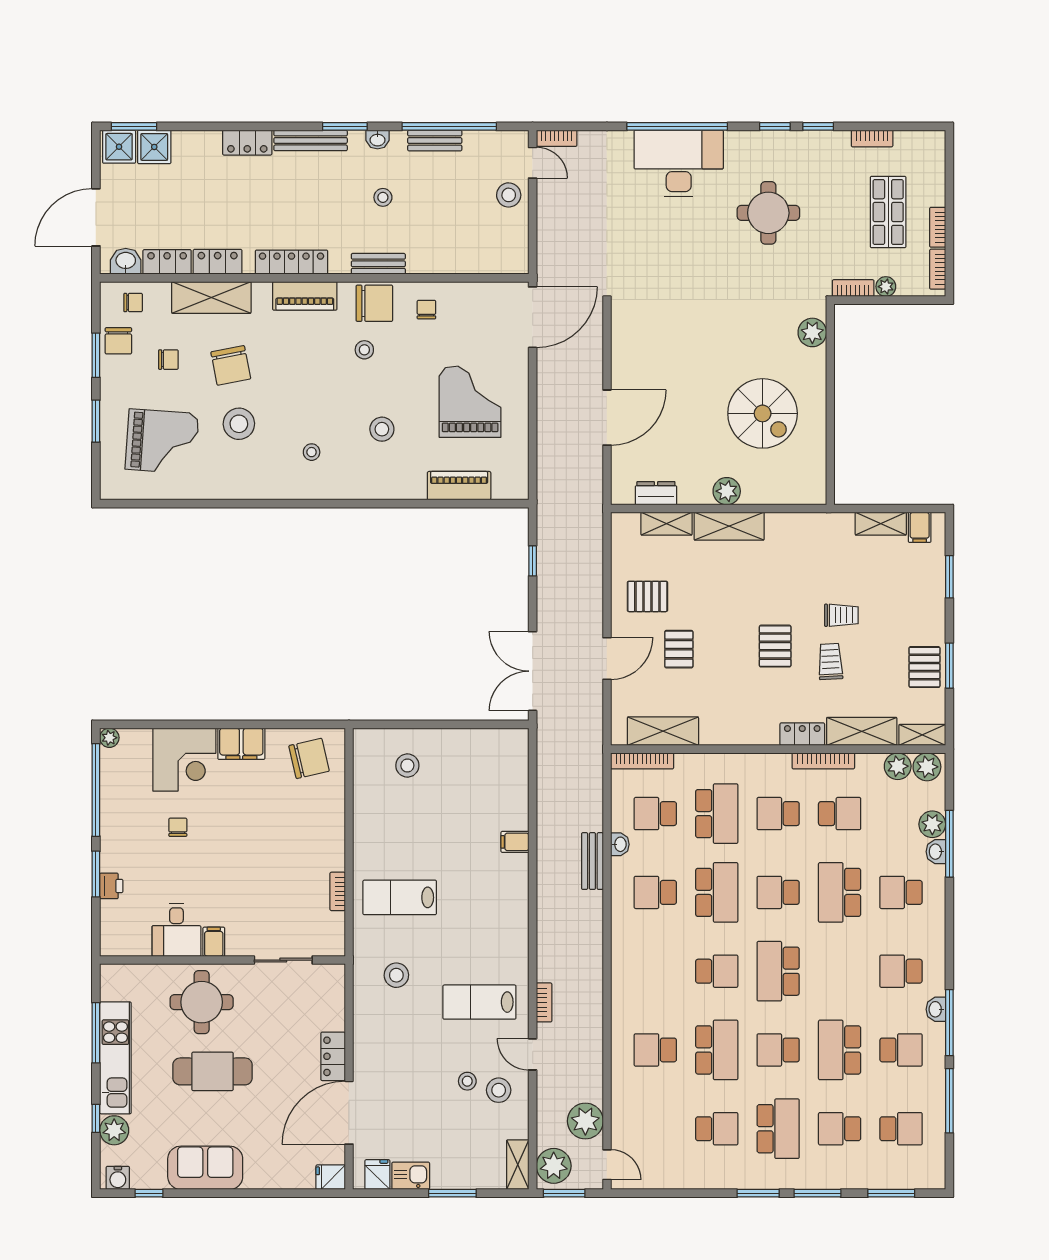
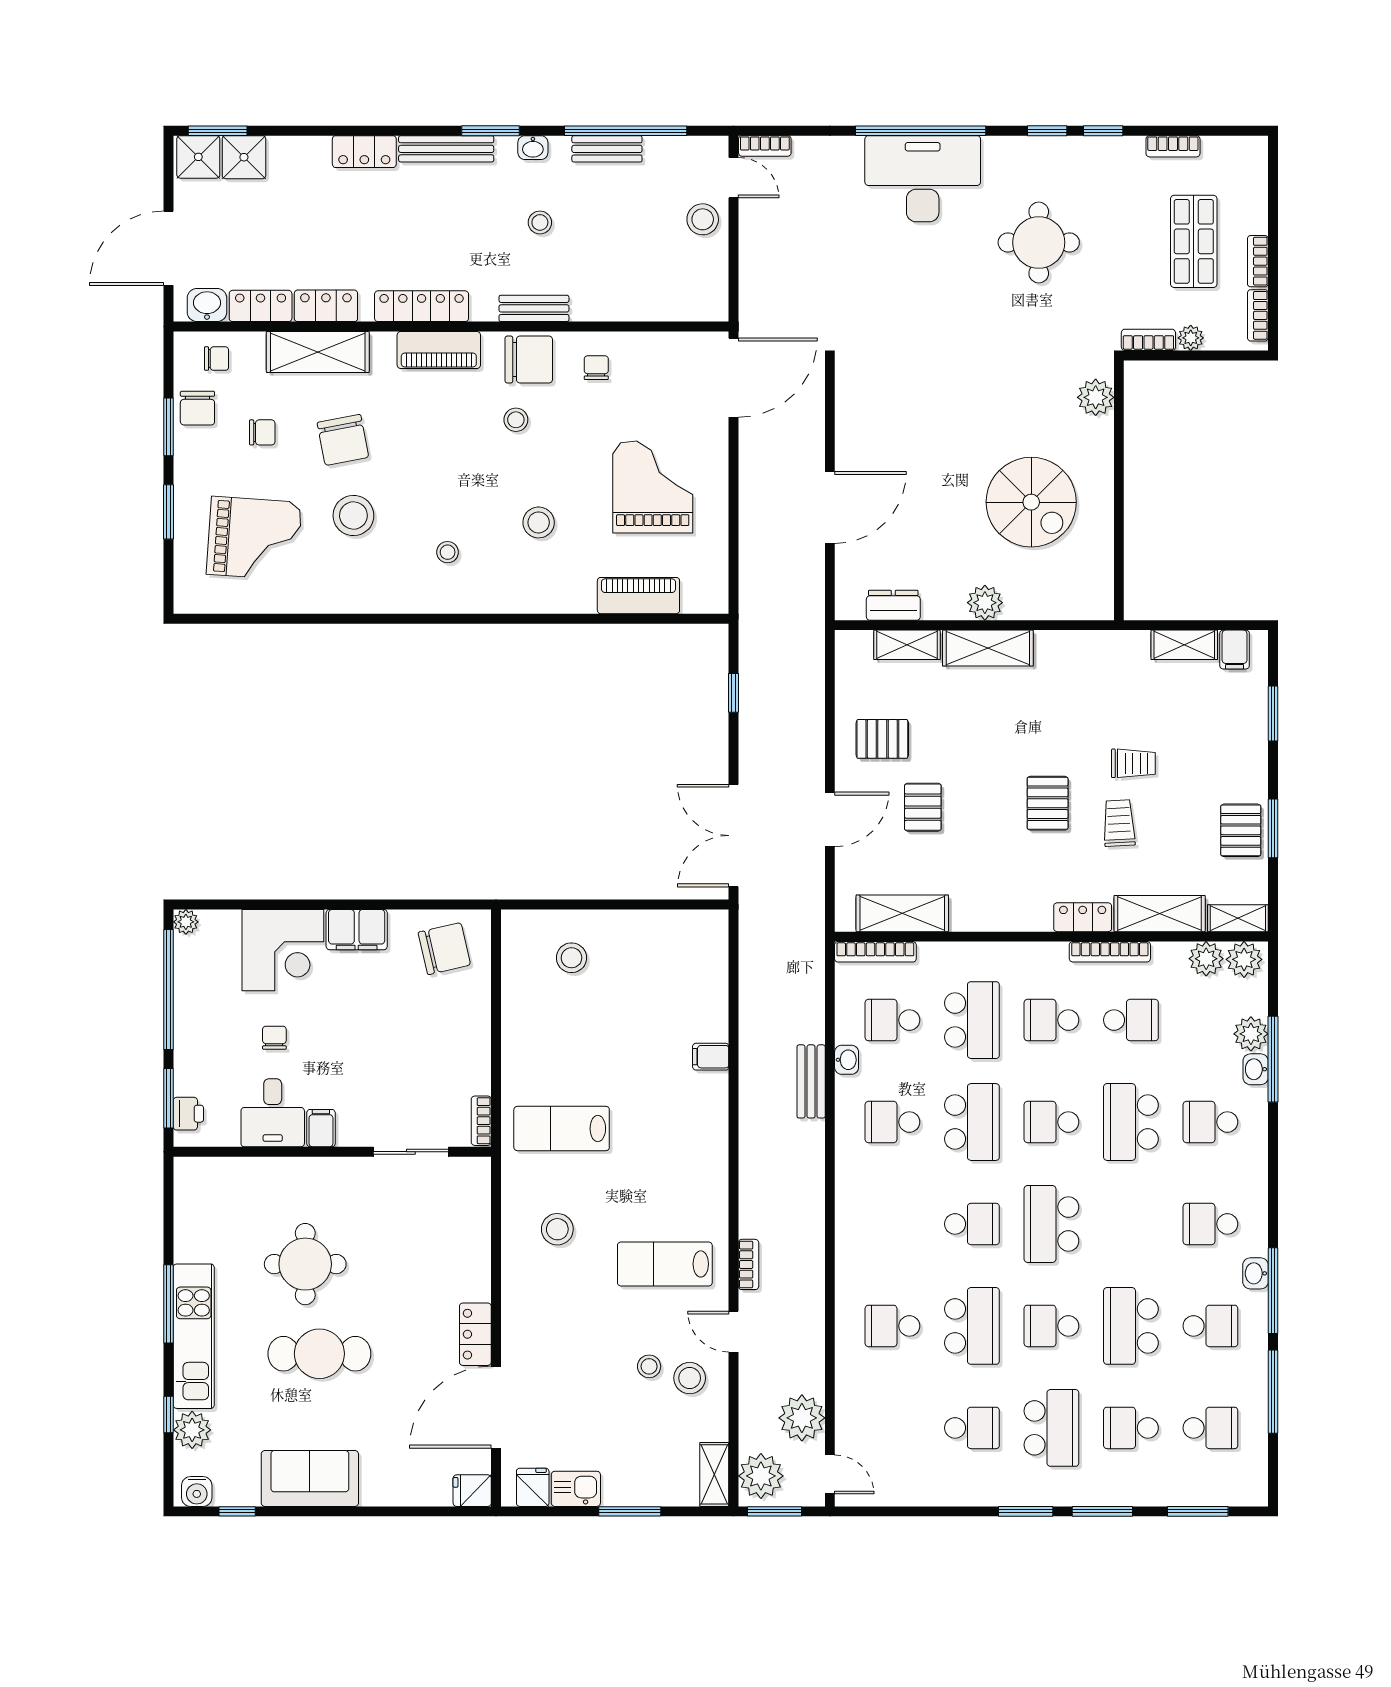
desk: (176, 930) -> (273, 1113), moved
filing cabinet: (214, 942) -> (321, 1128), moved
wall: (222, 960) -> (332, 1152), moved
sliding door: (283, 960) -> (411, 1152), moved

